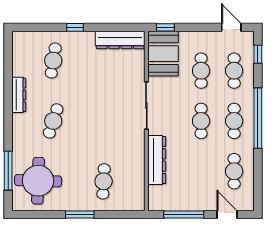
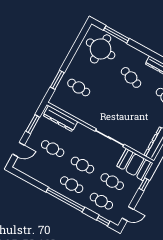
window: (165, 27) -> (144, 184), moved
dresser: (157, 160) -> (60, 119), moved
cafe table: (234, 171) -> (53, 149), moved
window: (80, 214) -> (57, 80), moved
window: (184, 214) -> (33, 124), width x0.69

